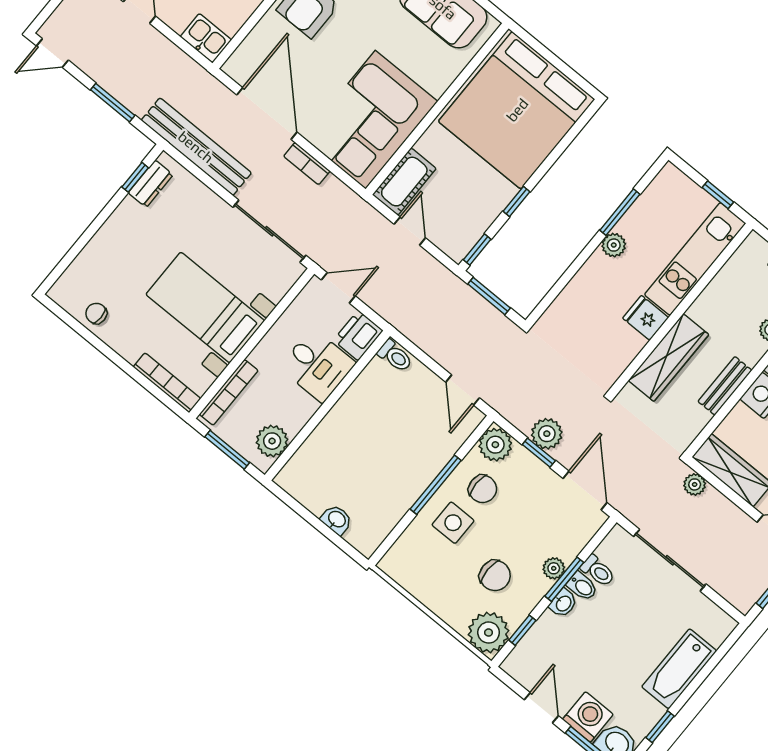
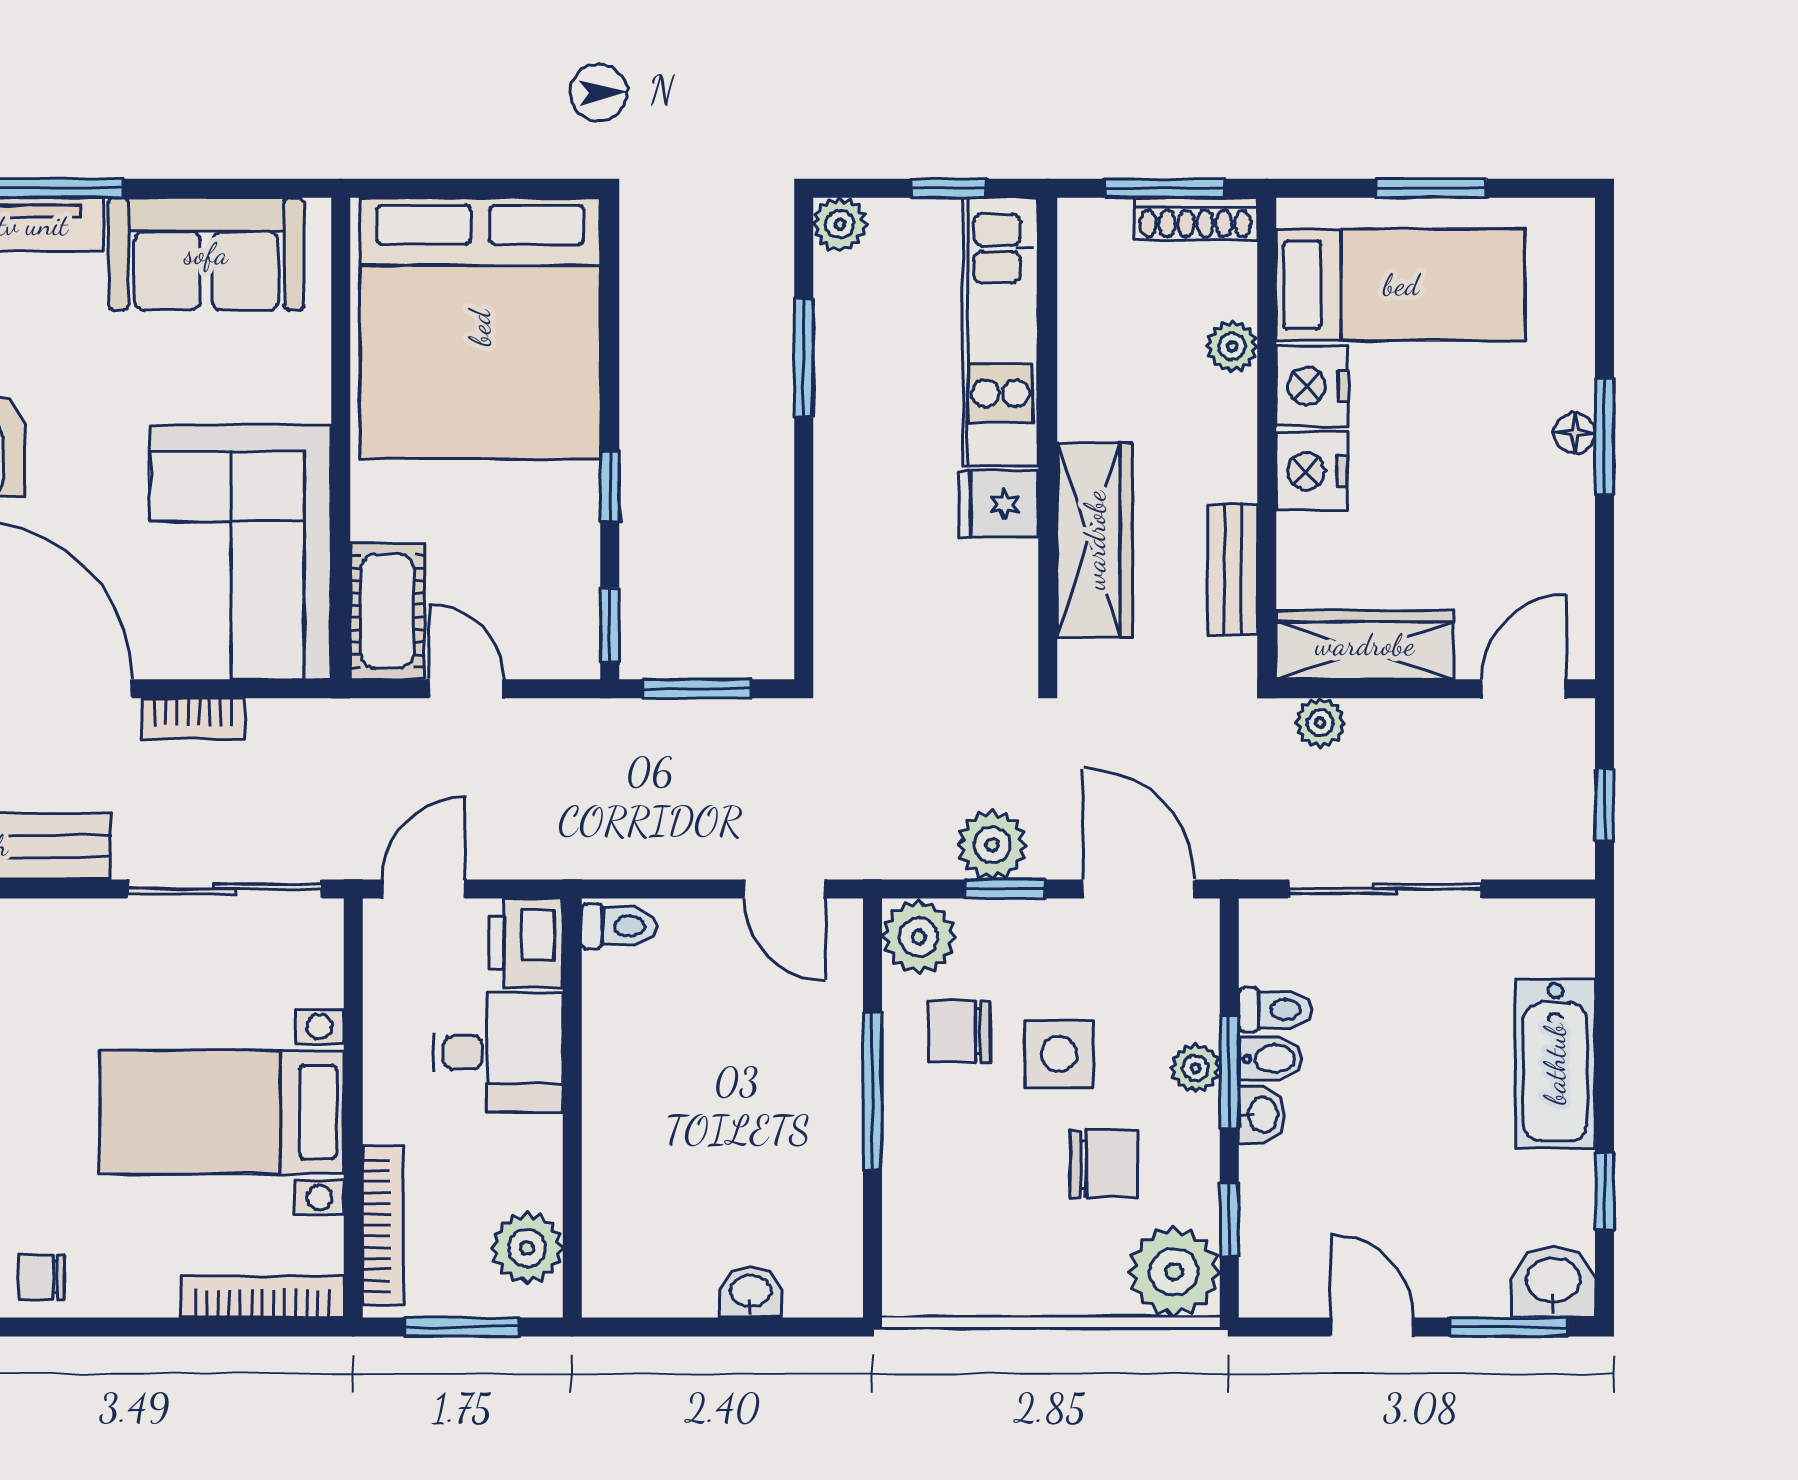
plant: (614, 245) -> (840, 224), moved
bench: (725, 386) -> (1232, 569), moved
chair: (483, 489) -> (960, 1032), turned 180
side table: (453, 523) -> (1059, 1054), moved
washing machine: (588, 717) -> (1466, 1277), removed

